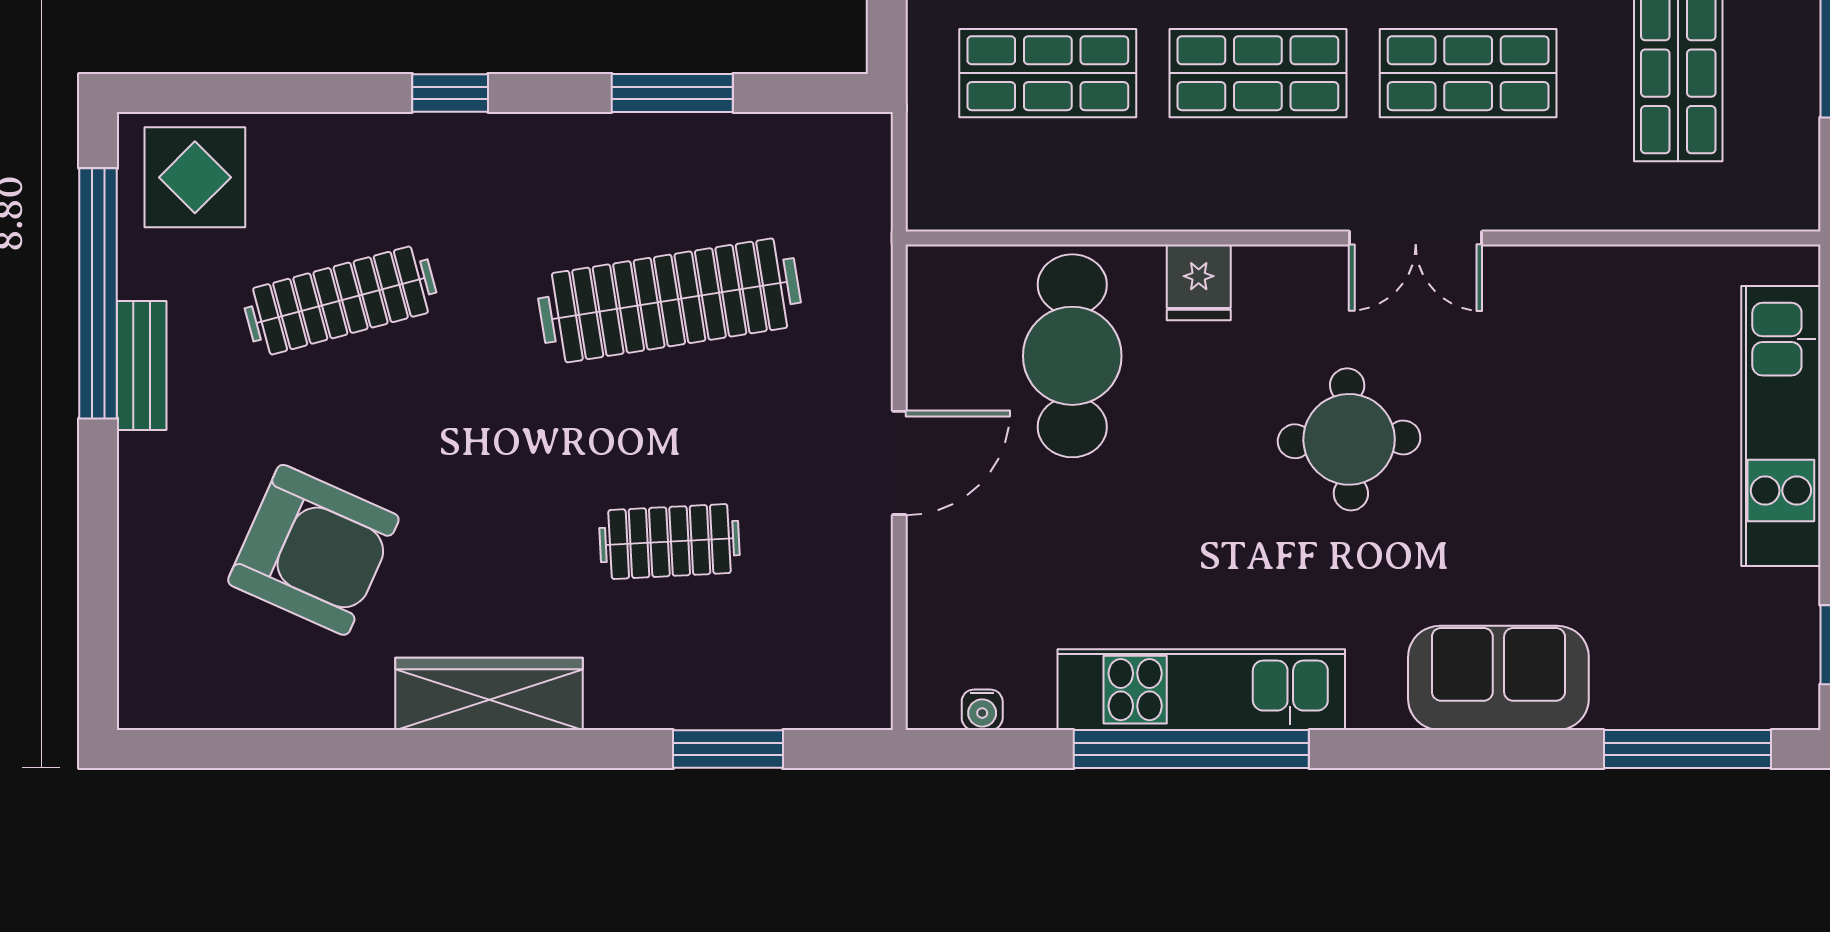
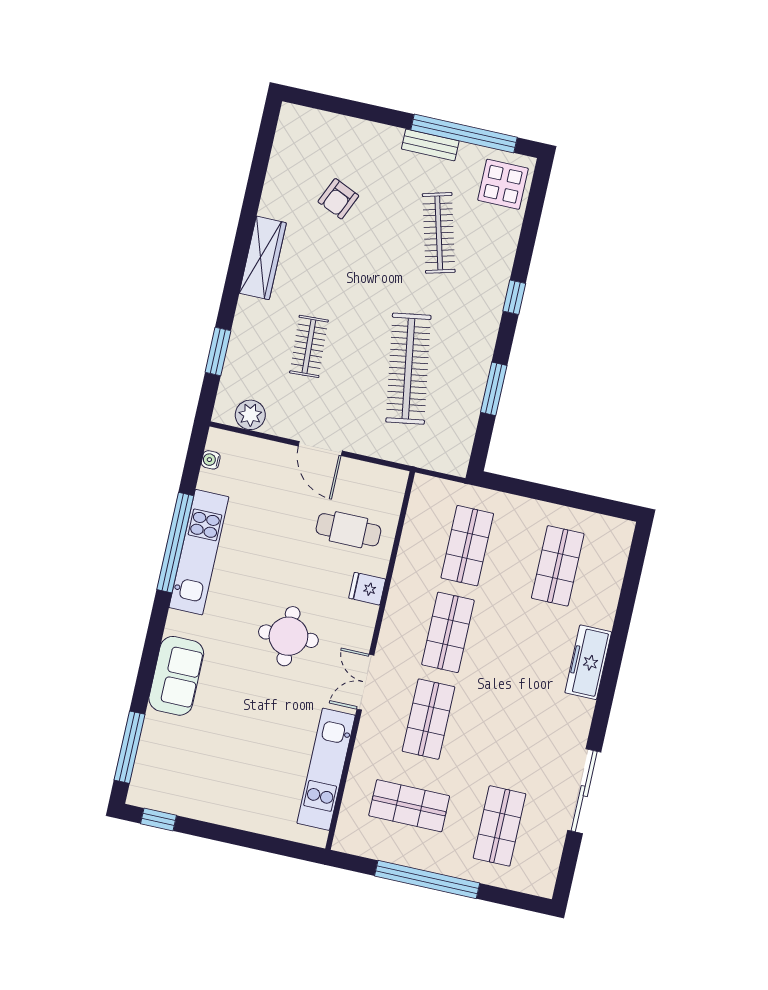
cafe table: (1072, 356) -> (348, 530), width x0.73, depth x0.74
kitchen unit: (1781, 426) -> (326, 769), moved, turned -90
armchair: (313, 550) -> (338, 199), width x0.53, depth x0.53
plant: (858, 642) -> (250, 415), added

